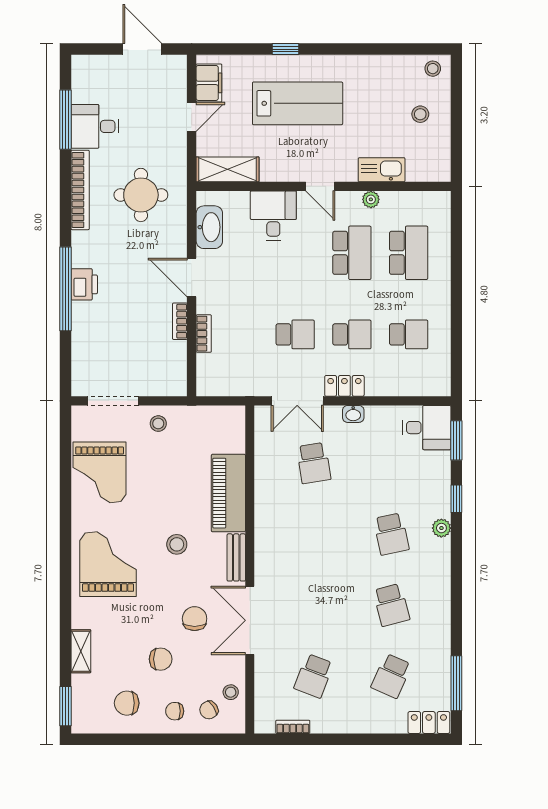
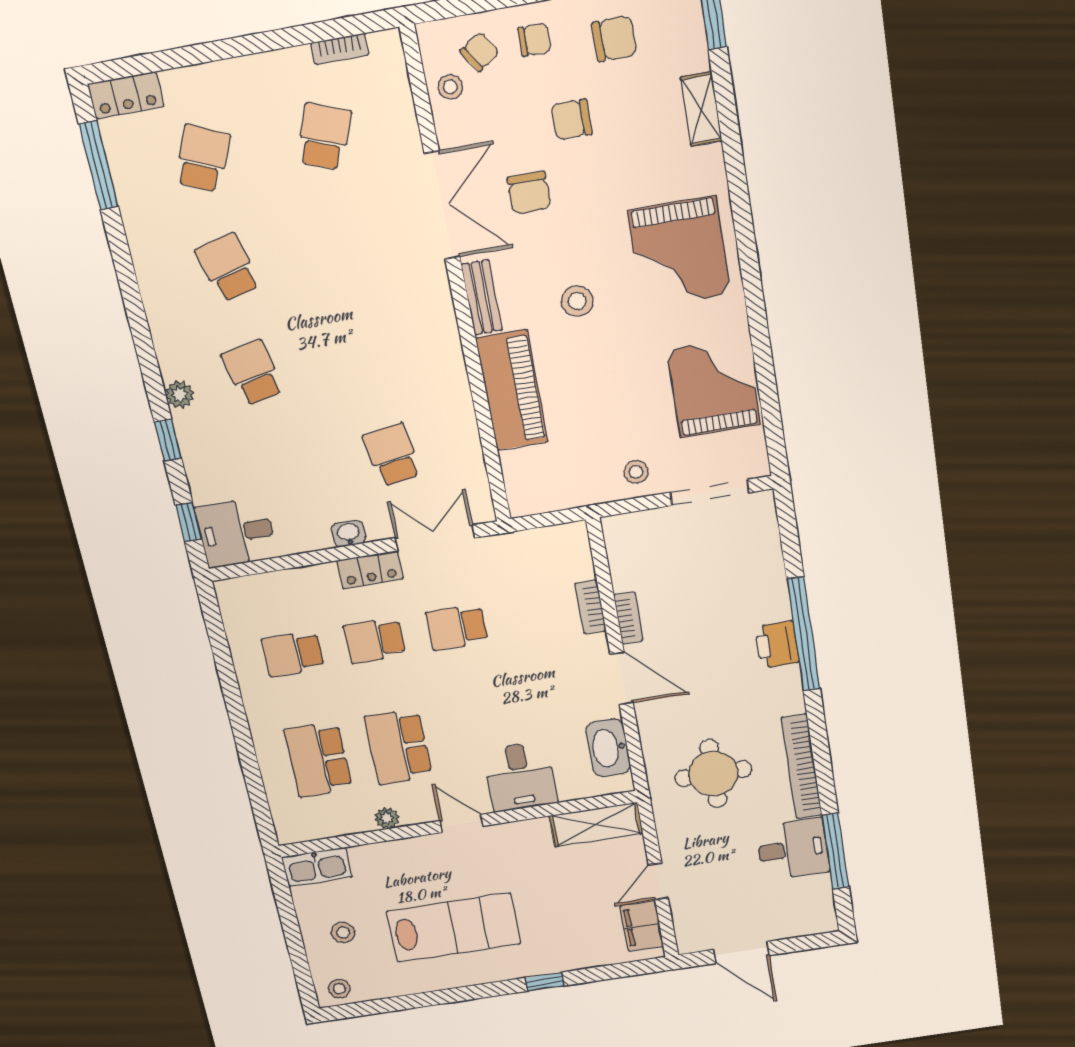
lab bench: (298, 103) -> (454, 928), moved, turned 180
kitchen sink: (382, 170) -> (317, 867), moved
window: (456, 440) -> (189, 522), width x0.67

